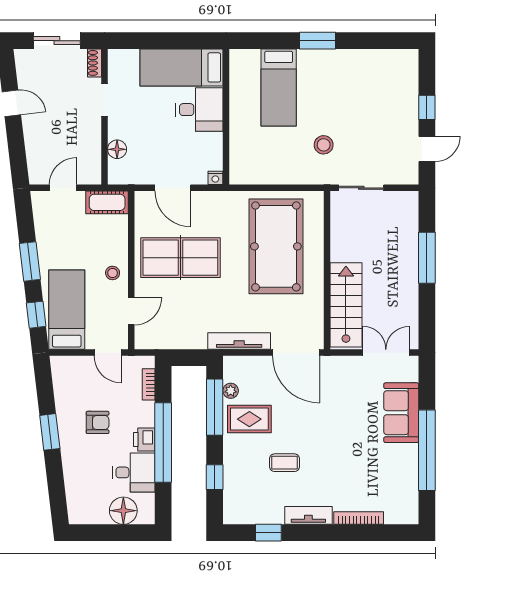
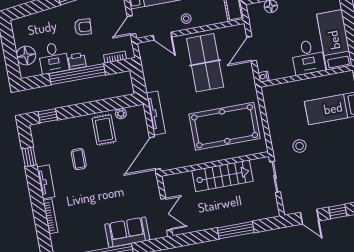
stairs: (346, 305) -> (223, 176), moved
window: (215, 407) -> (108, 105), removed
armchair: (98, 422) -> (83, 27), turned -86
window: (215, 477) -> (48, 116), moved

